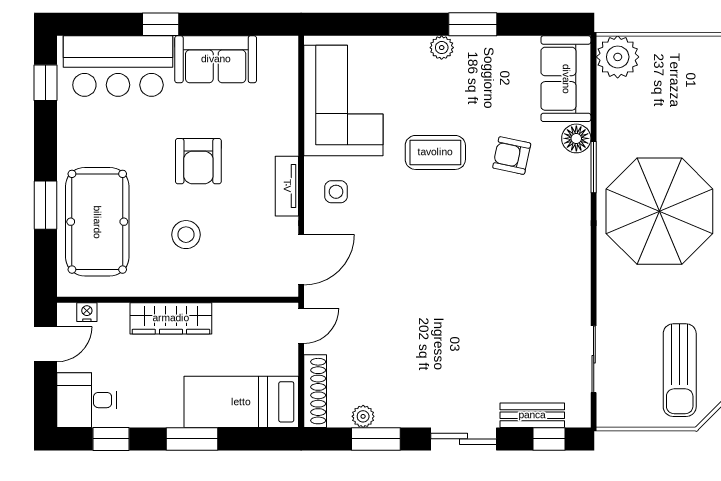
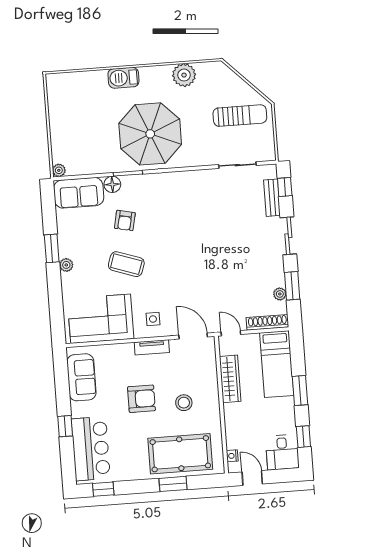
plant: (618, 57) -> (59, 170), width x0.53, depth x0.53
sofa: (216, 59) -> (81, 377), moved
coffee table: (435, 152) -> (126, 264), turned -71
wardrobe: (171, 318) -> (230, 379), moved

